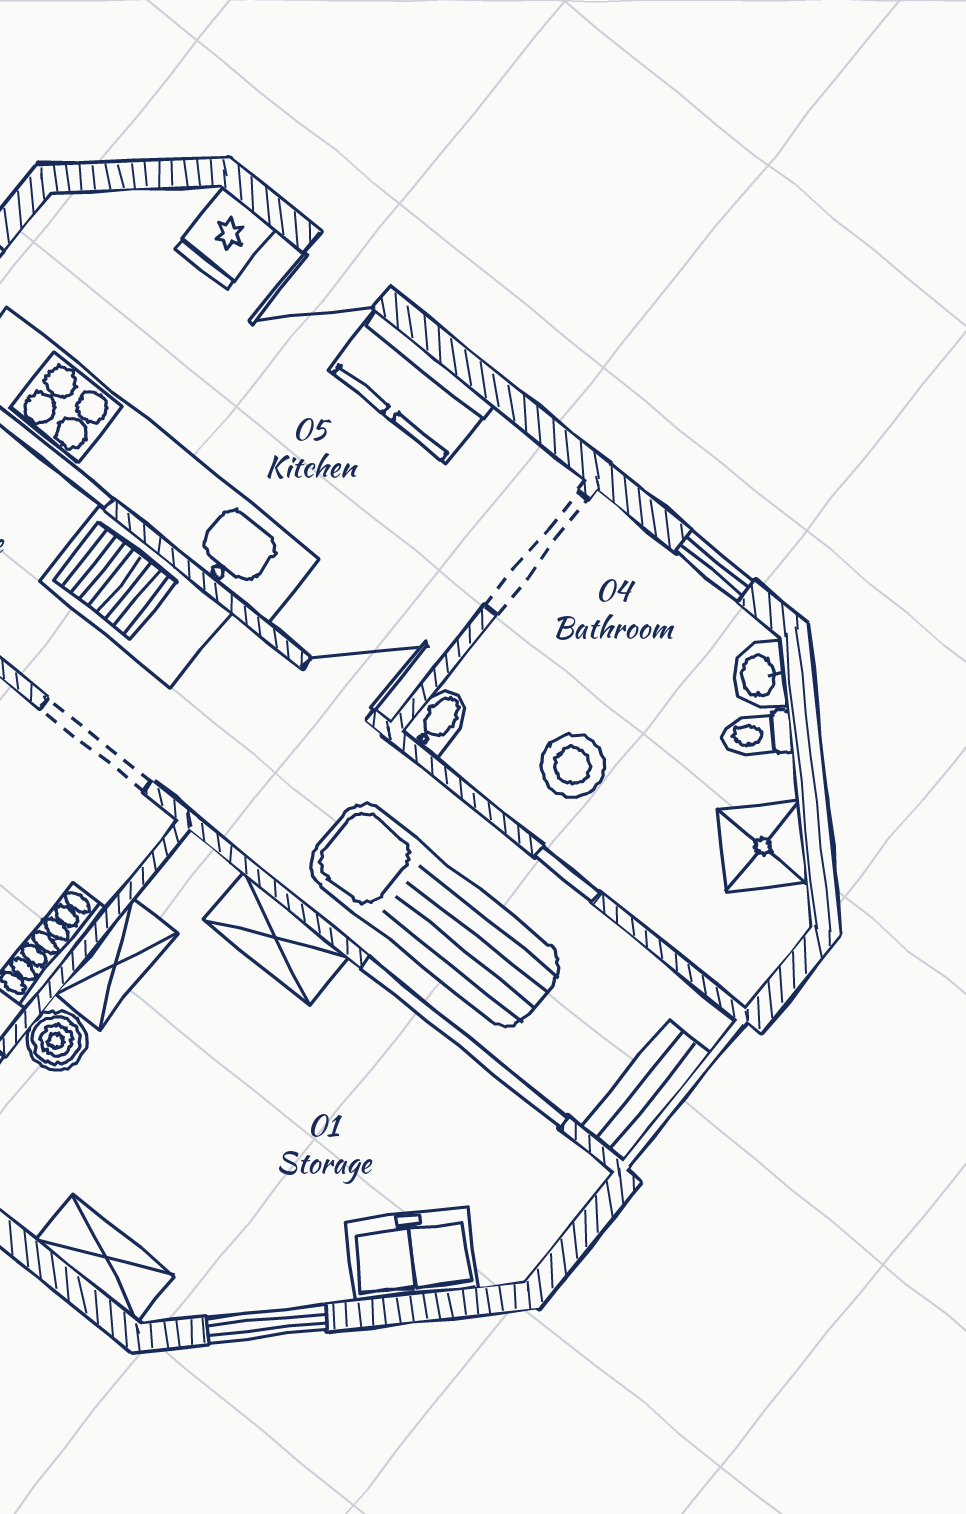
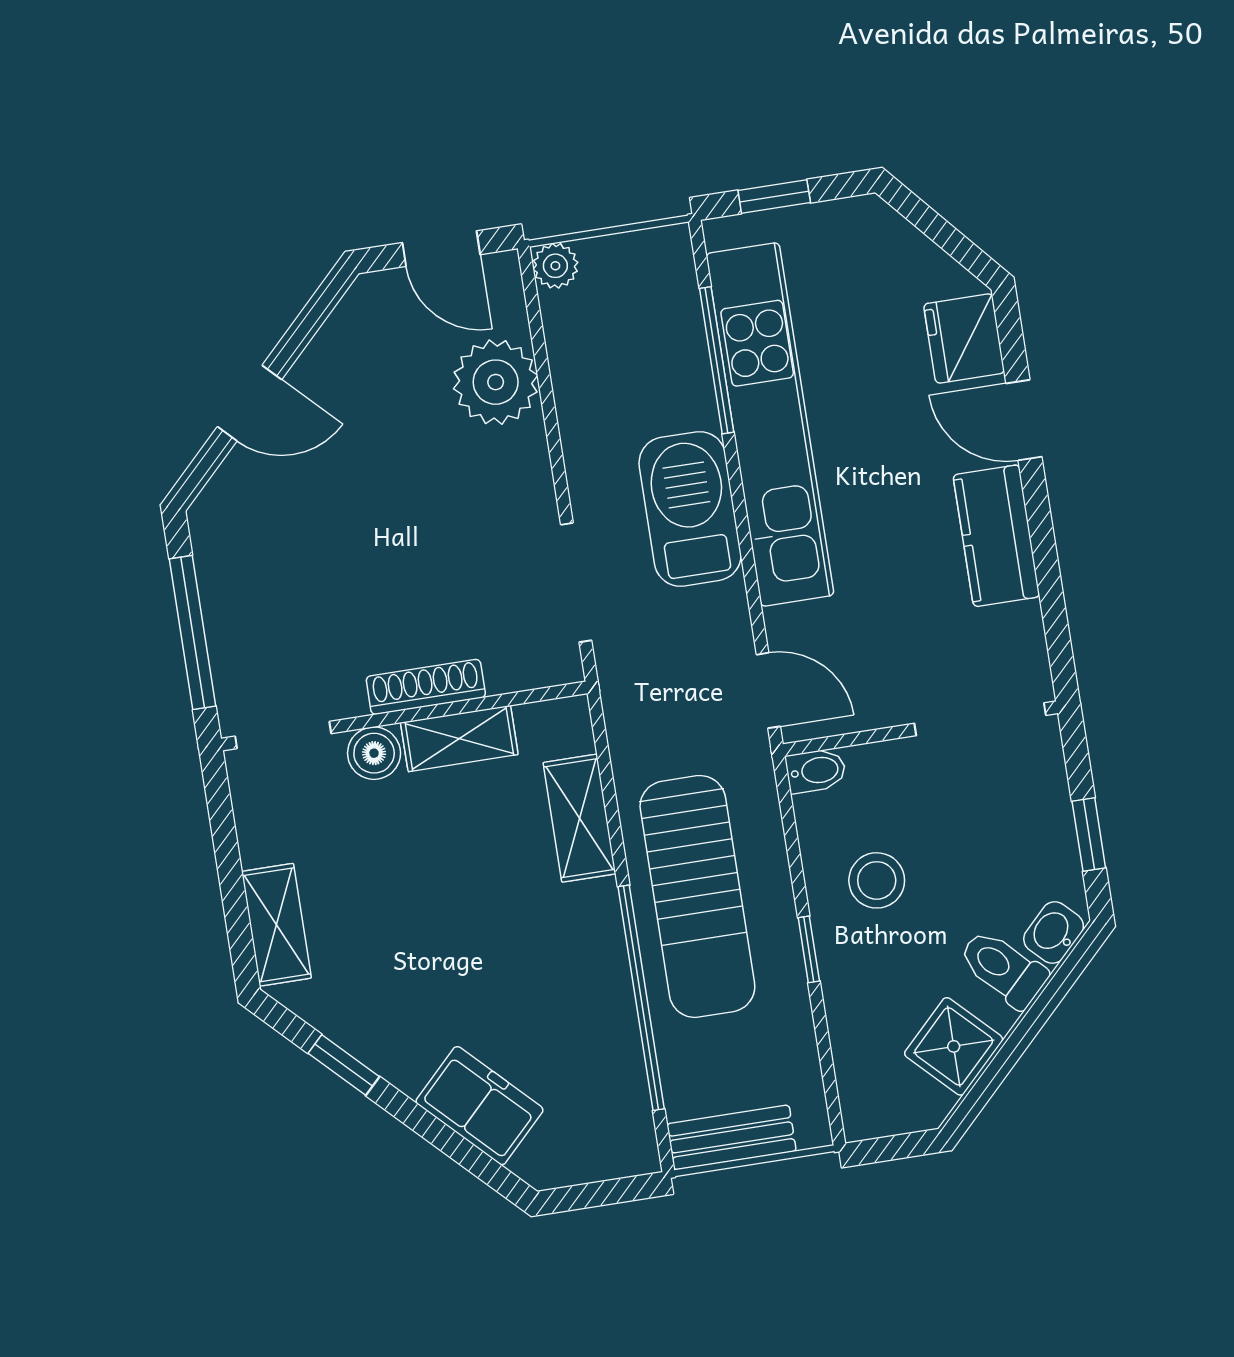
fridge: (225, 239) -> (964, 338), width x1.38
toilet: (757, 734) -> (1003, 968), width x1.37, depth x1.39
sun lounger: (435, 915) -> (697, 896), turned 180
window: (267, 1324) -> (344, 1065), width x0.67

